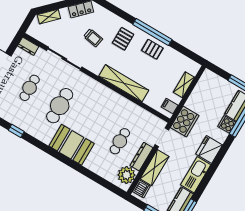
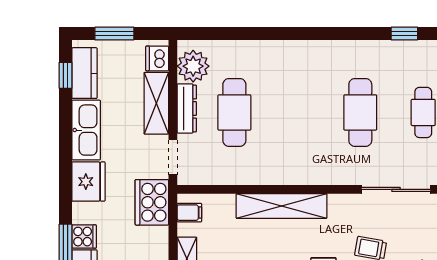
cafe table: (120, 141) -> (234, 112), width x1.37, depth x1.35
booth: (72, 145) -> (306, 63), removed

